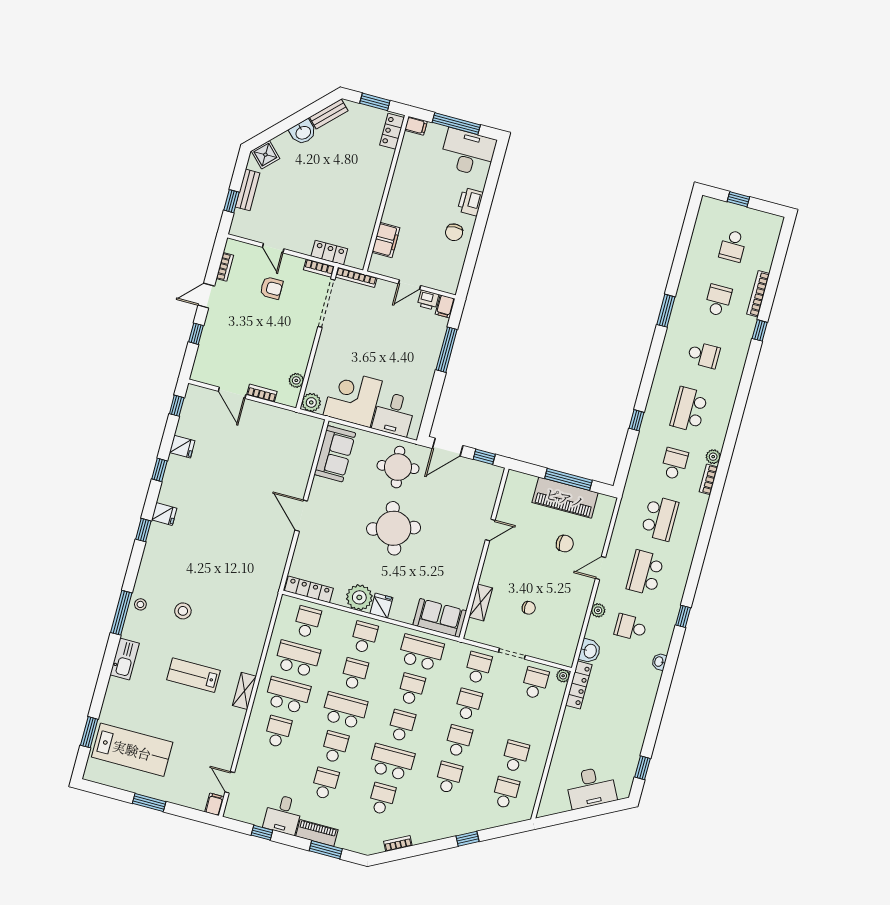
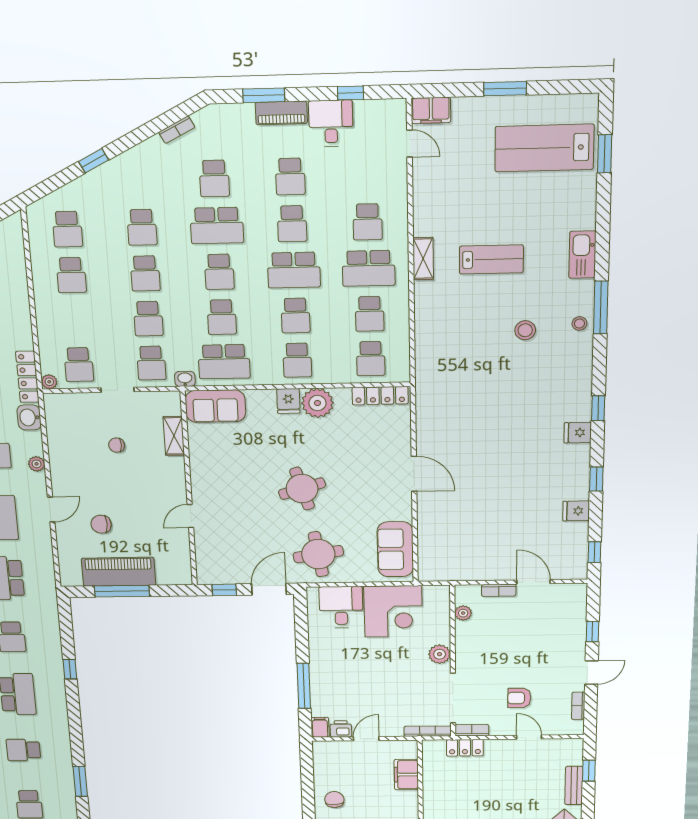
plant: (311, 402) -> (440, 654), moved
round table: (394, 528) -> (302, 489), width x0.73, depth x0.73
washbasin: (456, 647) -> (185, 379), added
school desk: (297, 659) -> (370, 314), width x0.54
filing cabinet: (214, 804) -> (431, 110), width x2.00

